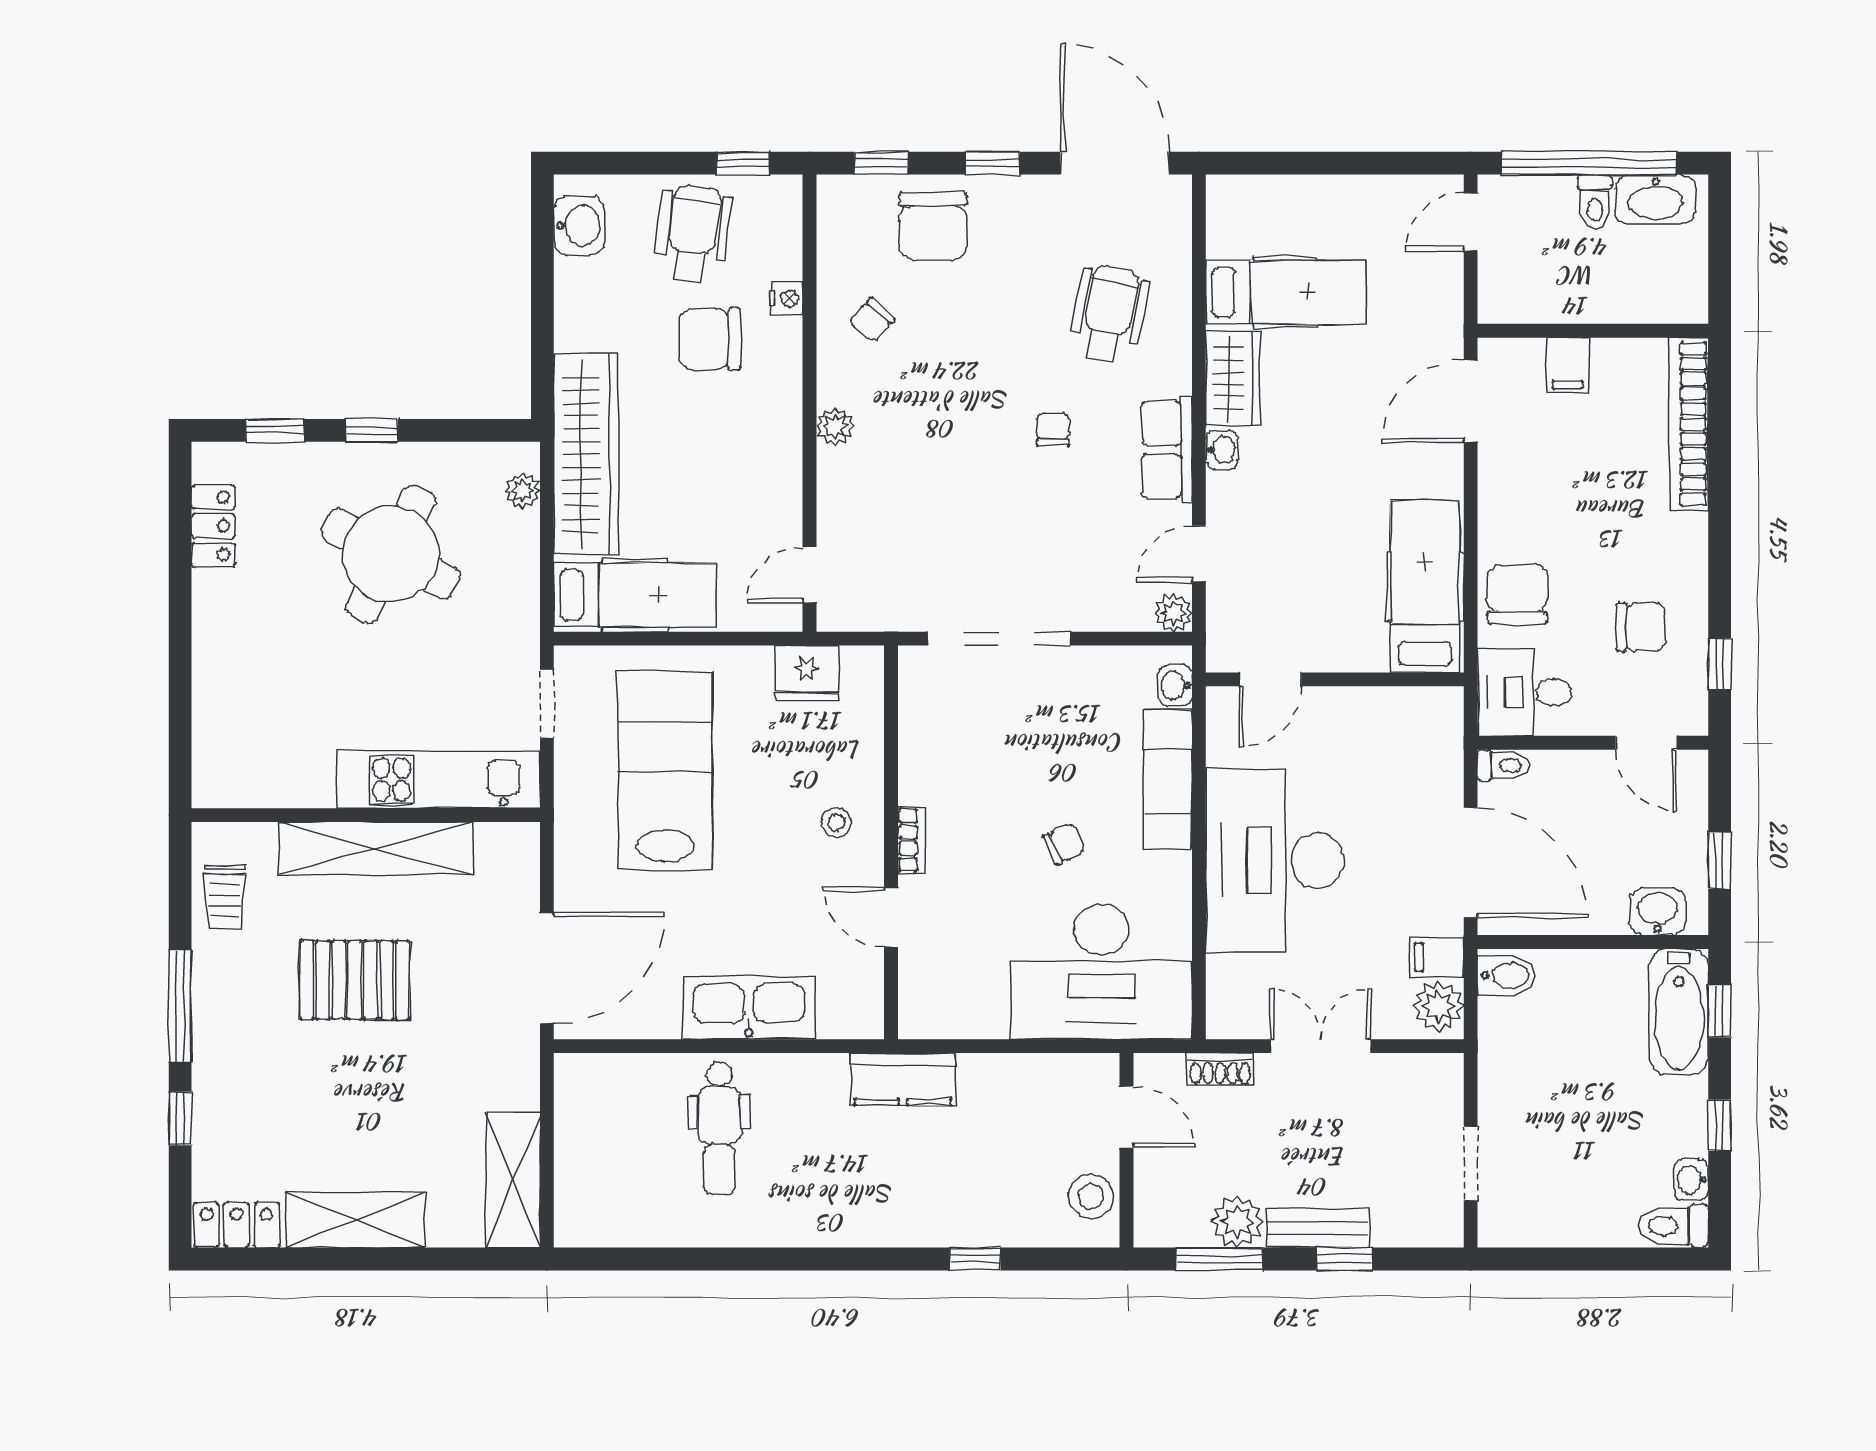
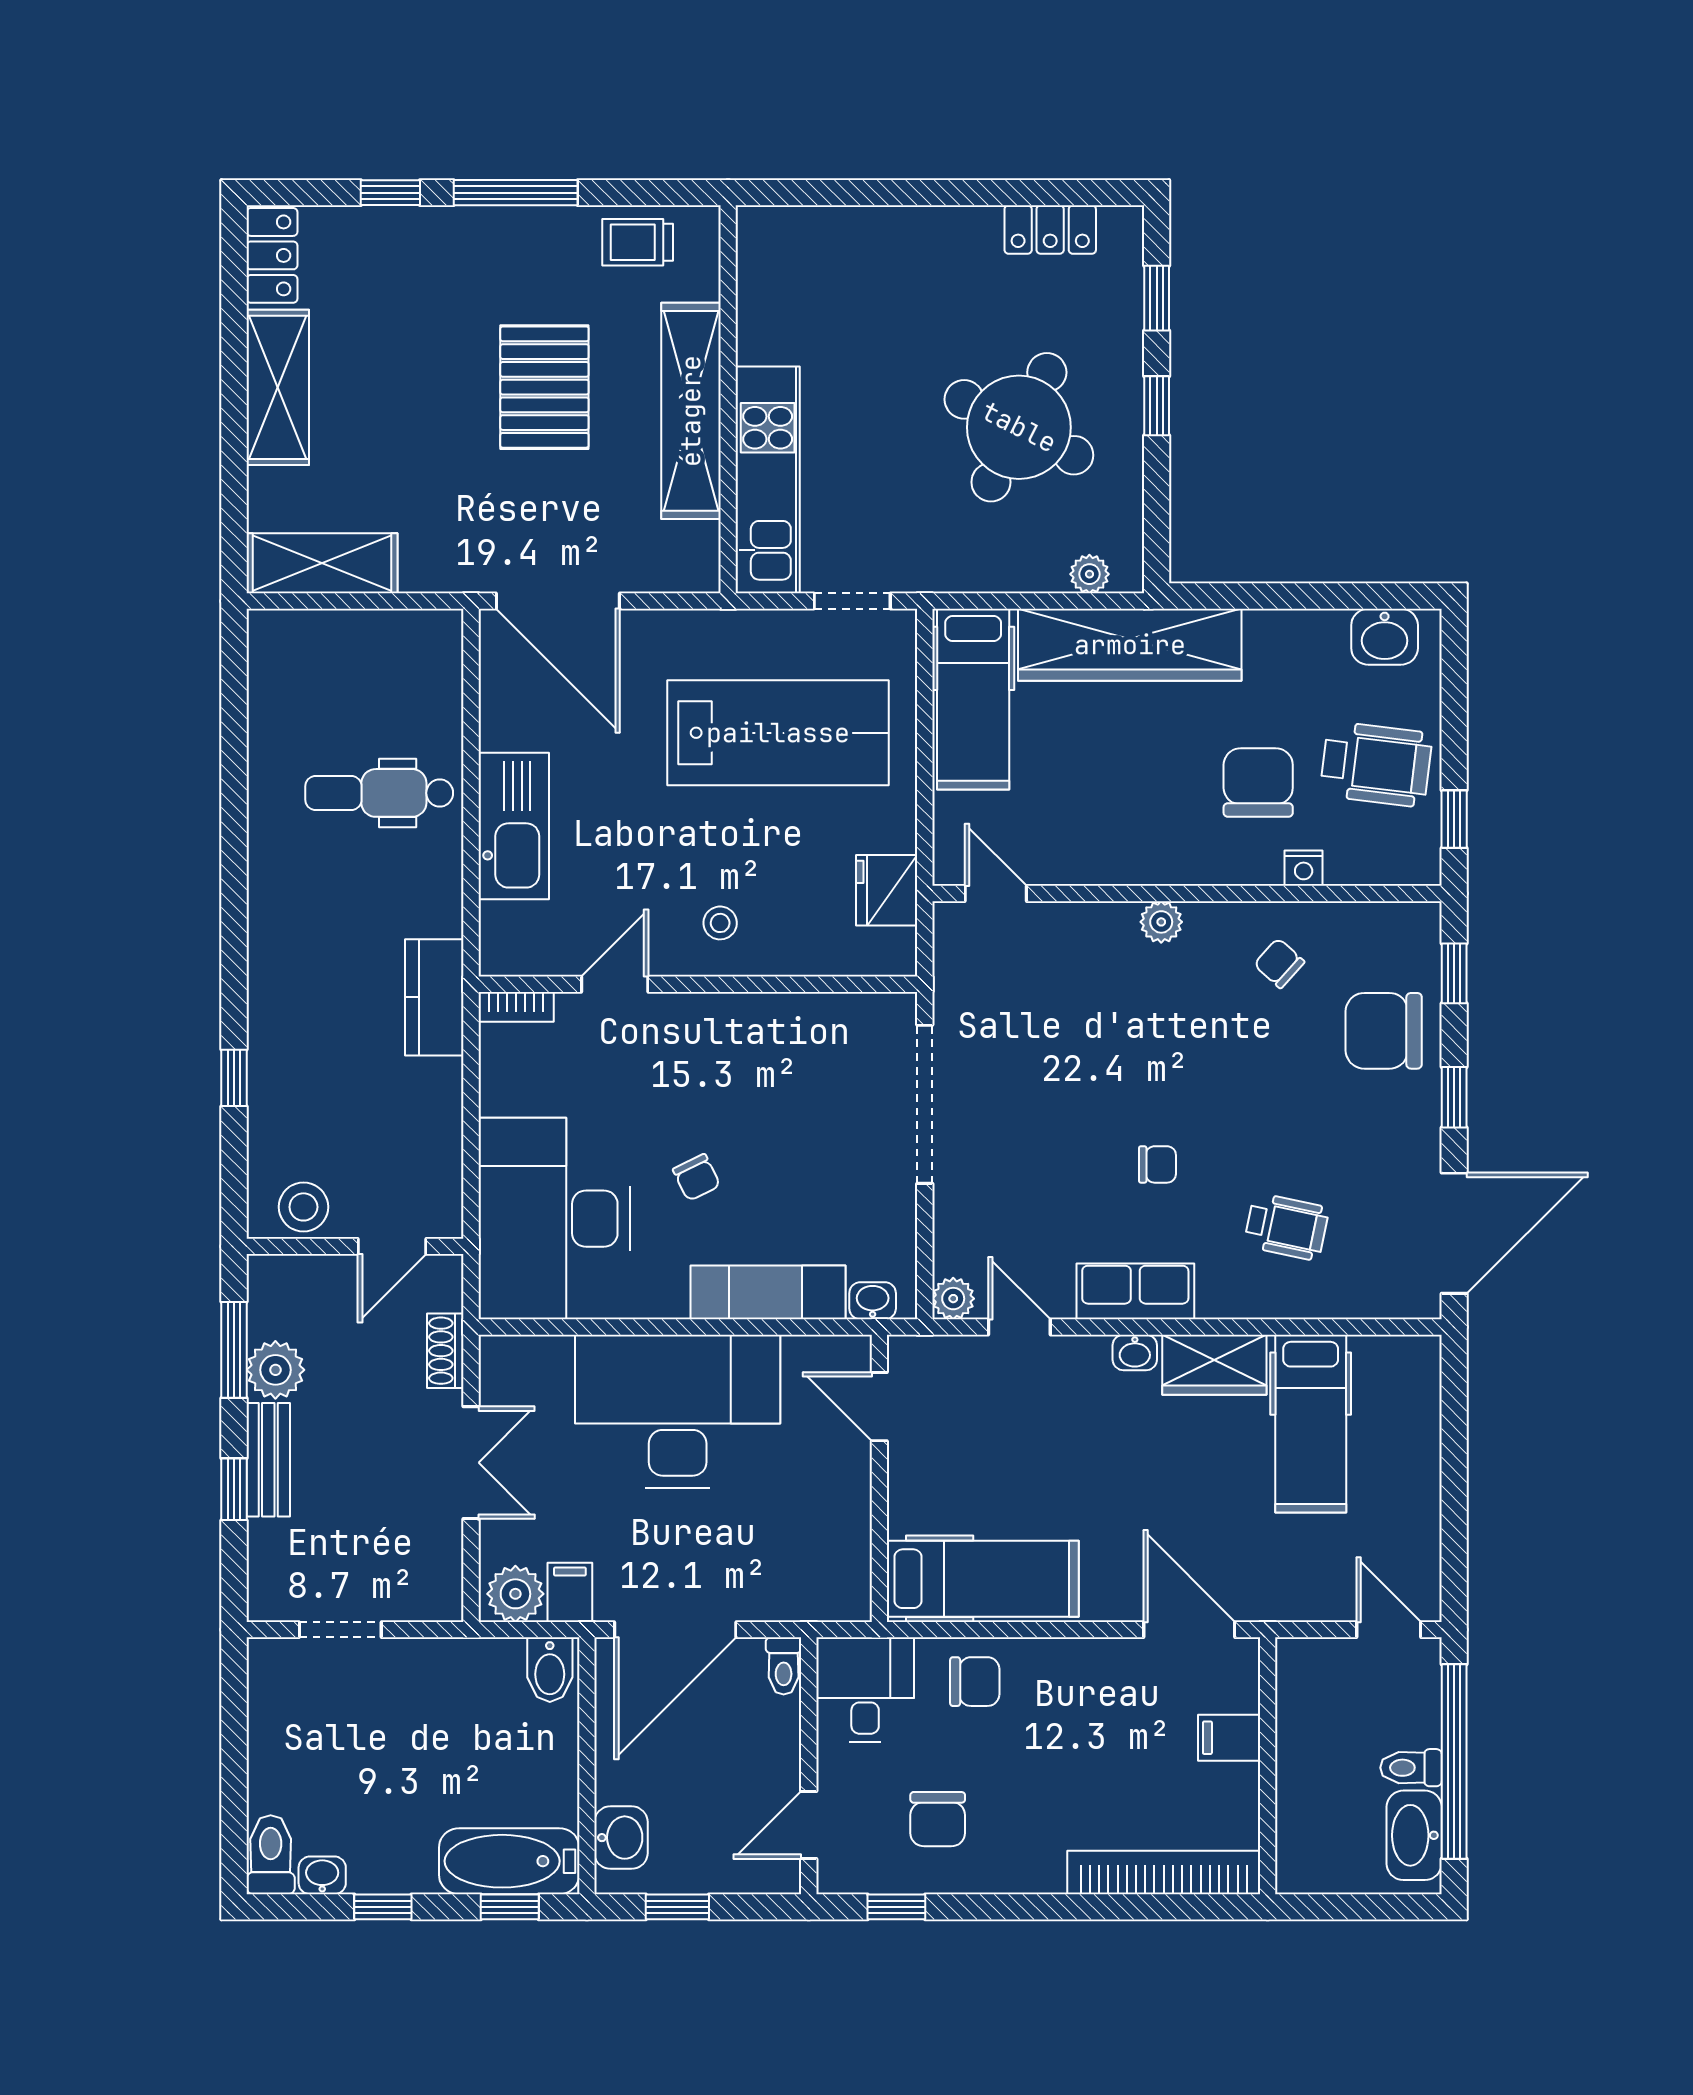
wheelchair: (1109, 314) -> (1286, 1227), width x0.73, depth x0.73
chair: (1517, 594) -> (975, 1682), width x0.73, depth x0.73
bookcase: (911, 840) -> (516, 1007), moved

